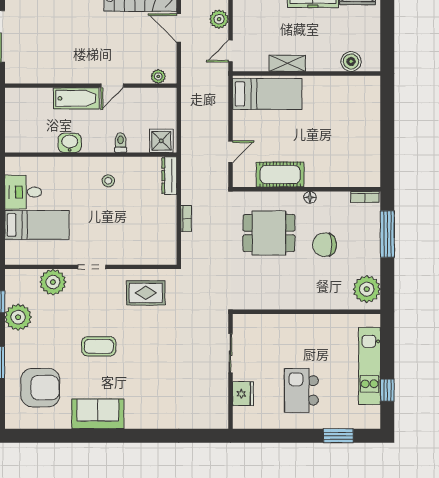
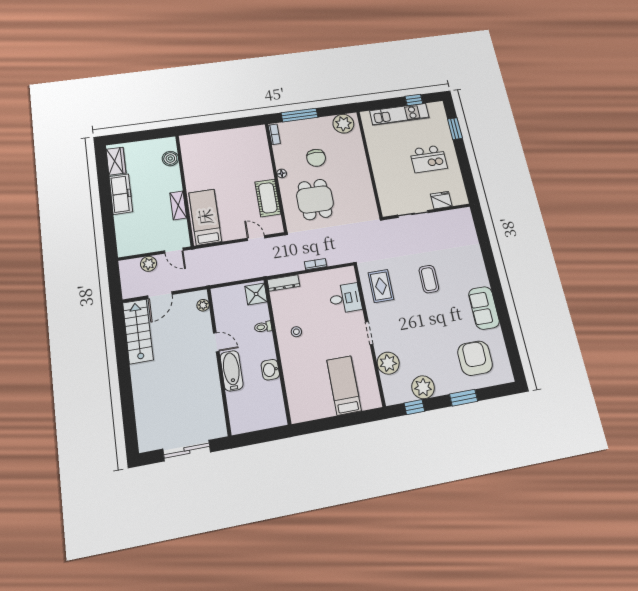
desk: (23, 192) -> (345, 298), moved, turned -90
coffee table: (99, 346) -> (429, 279), moved

